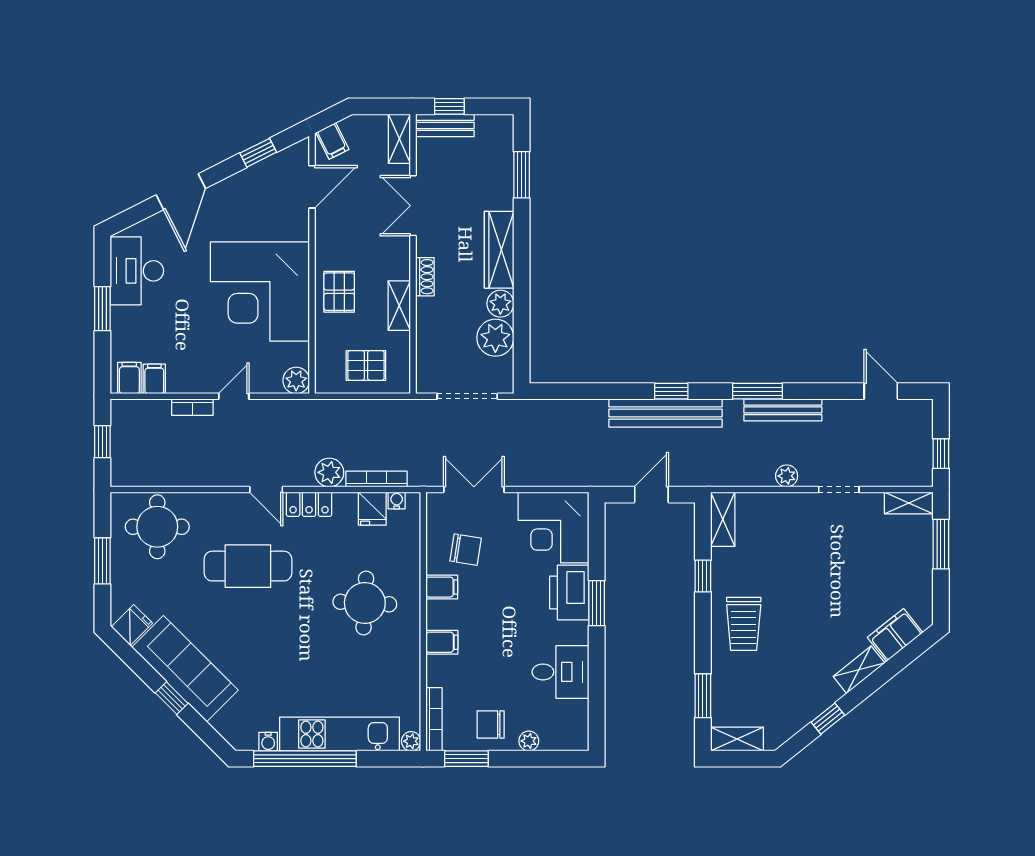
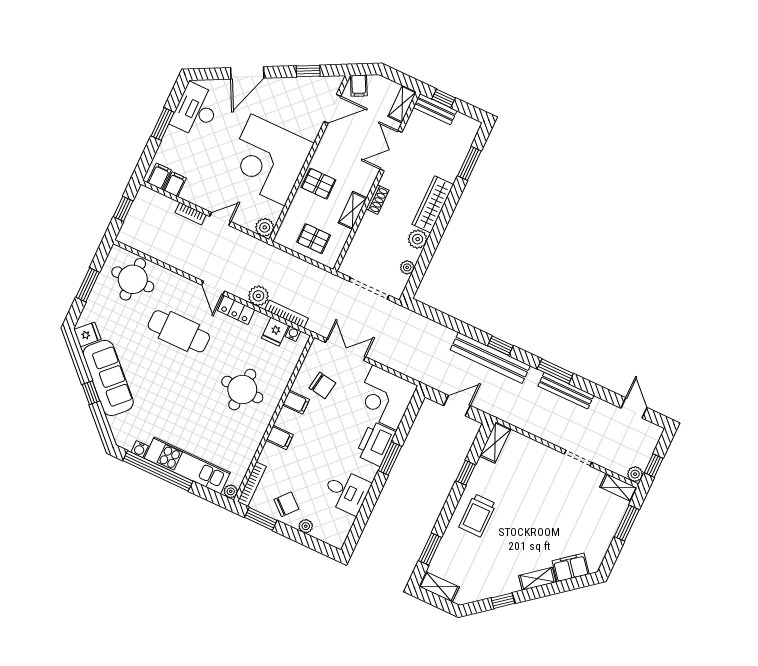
pallet: (339, 292) -> (318, 184), turned 90
plant: (495, 338) -> (407, 267), width x0.53, depth x0.53
plant: (787, 476) -> (635, 474), moved
chair: (491, 724) -> (286, 504), turned 131

